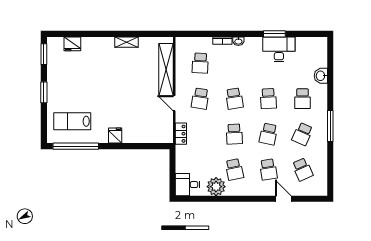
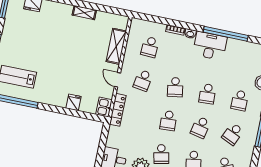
window: (274, 34) -> (226, 34), width x2.11
desk: (279, 49) -> (210, 46), moved
shelving: (166, 70) -> (116, 46), width x0.68
kitchen sink: (166, 134) -> (104, 107), added
locker: (181, 134) -> (118, 110), width x1.53
fridge: (115, 135) -> (73, 102), moved

